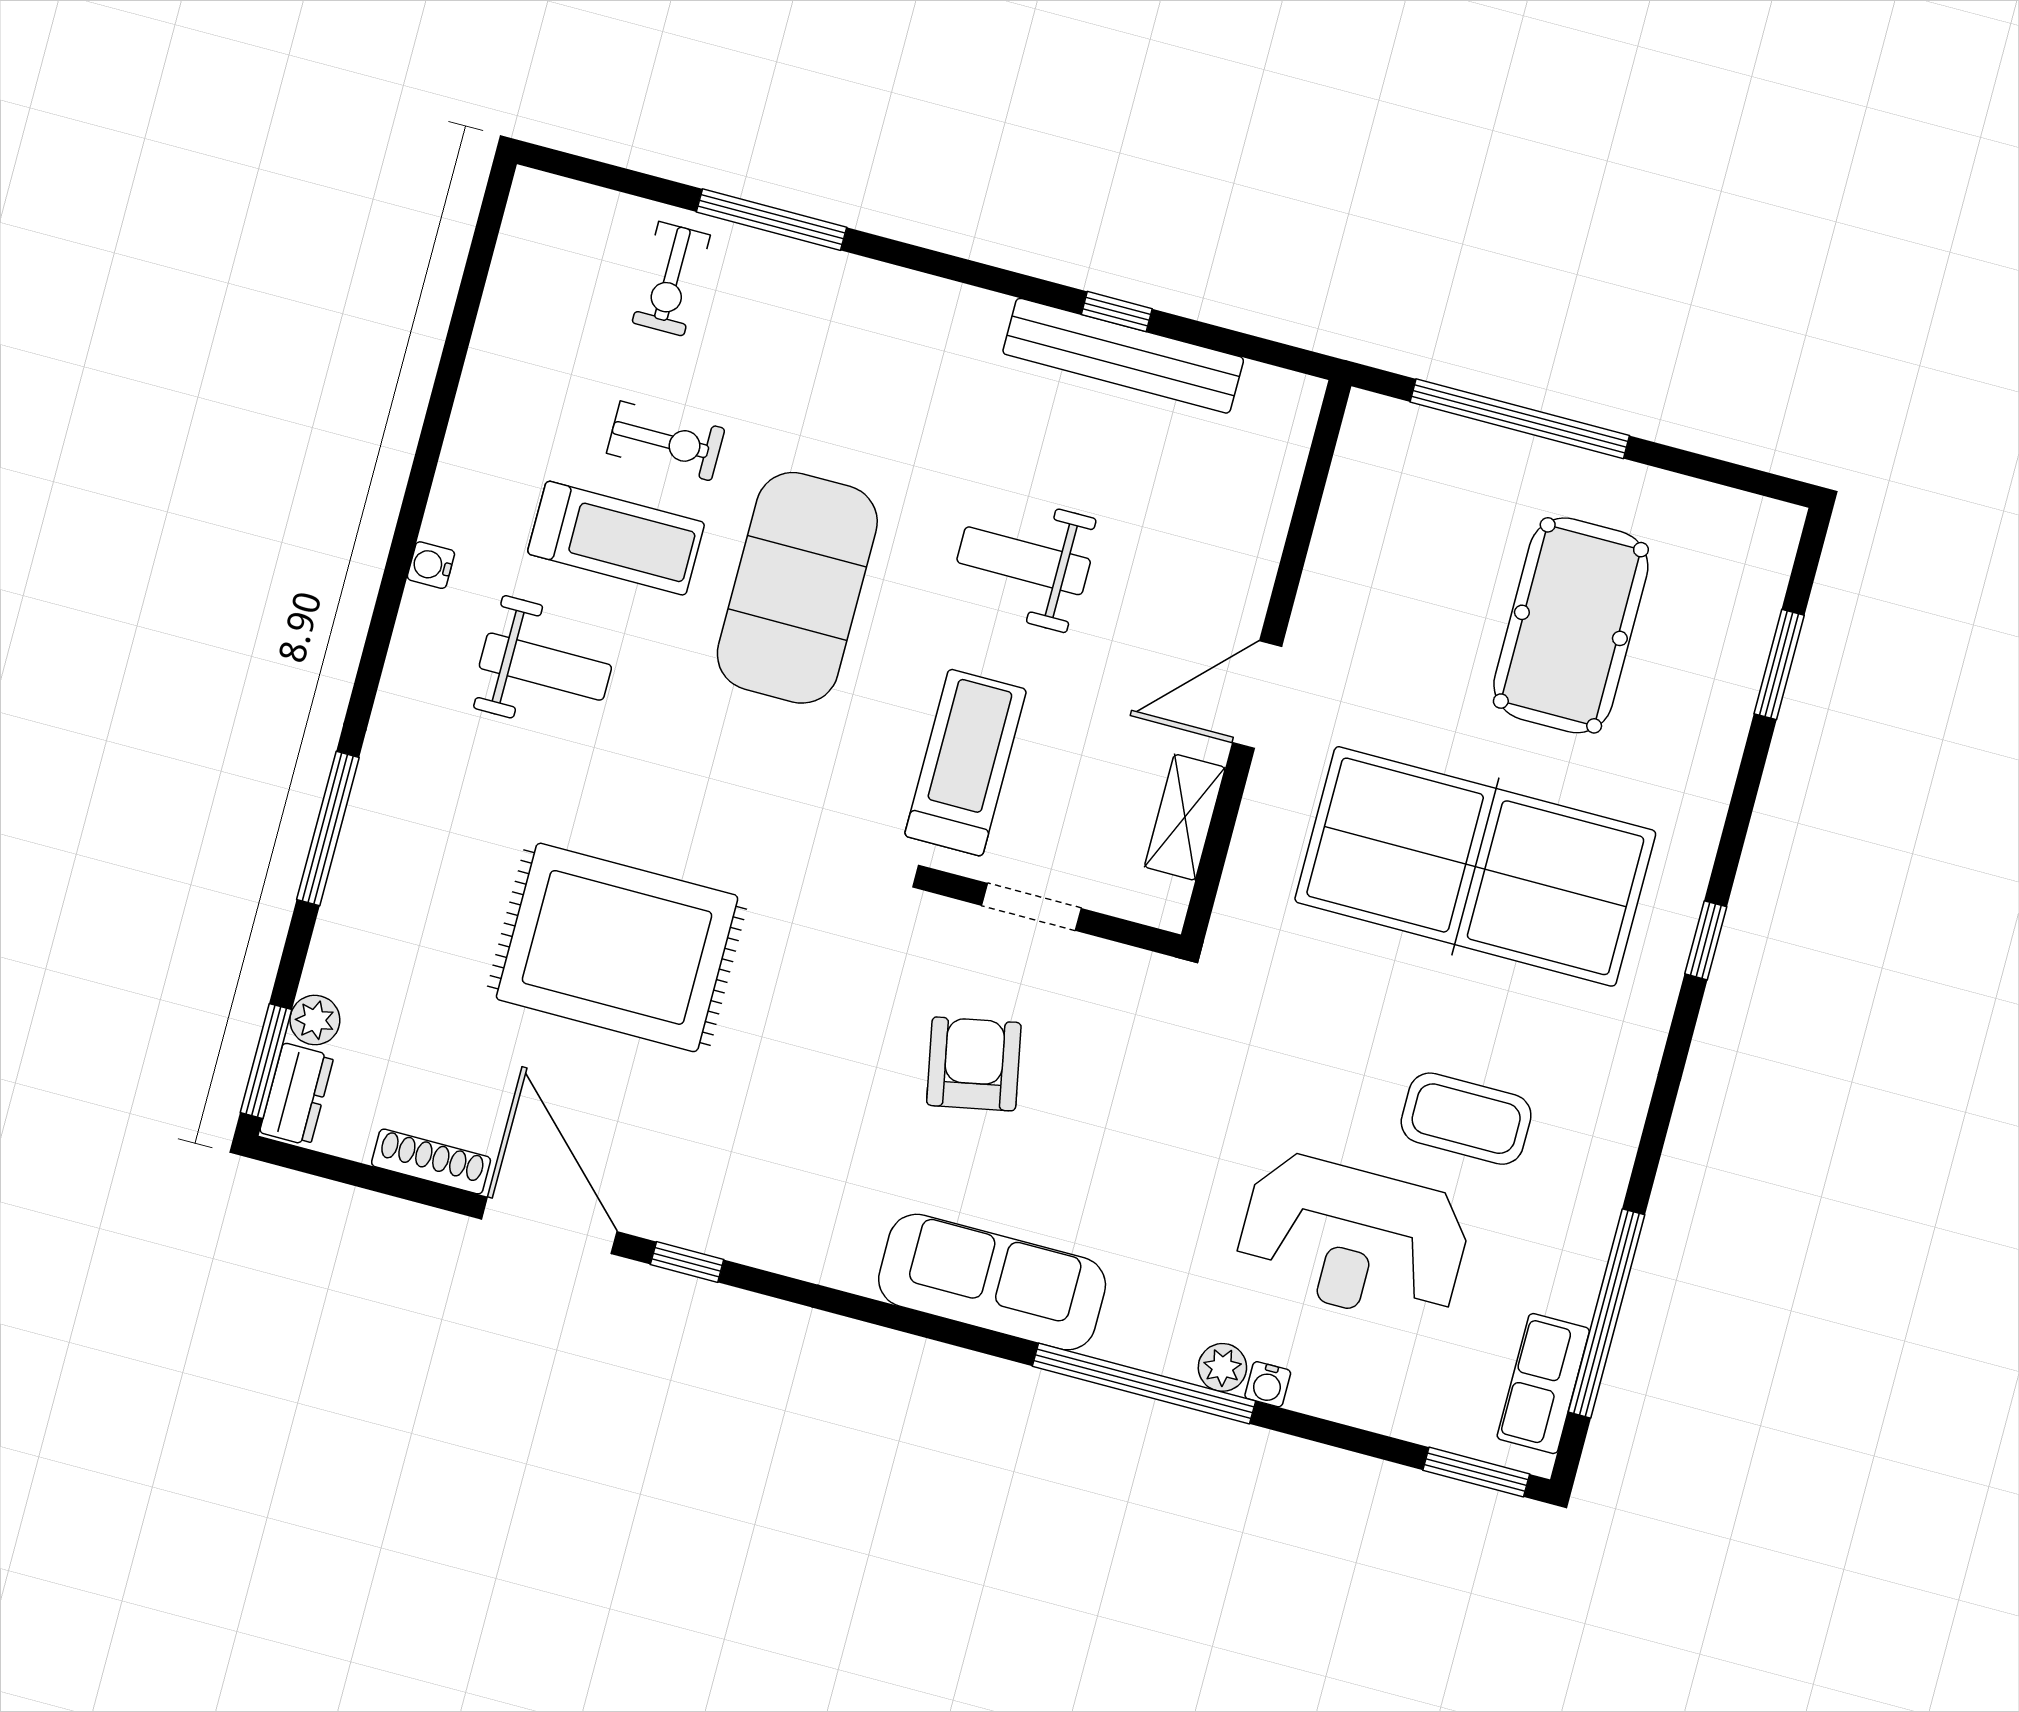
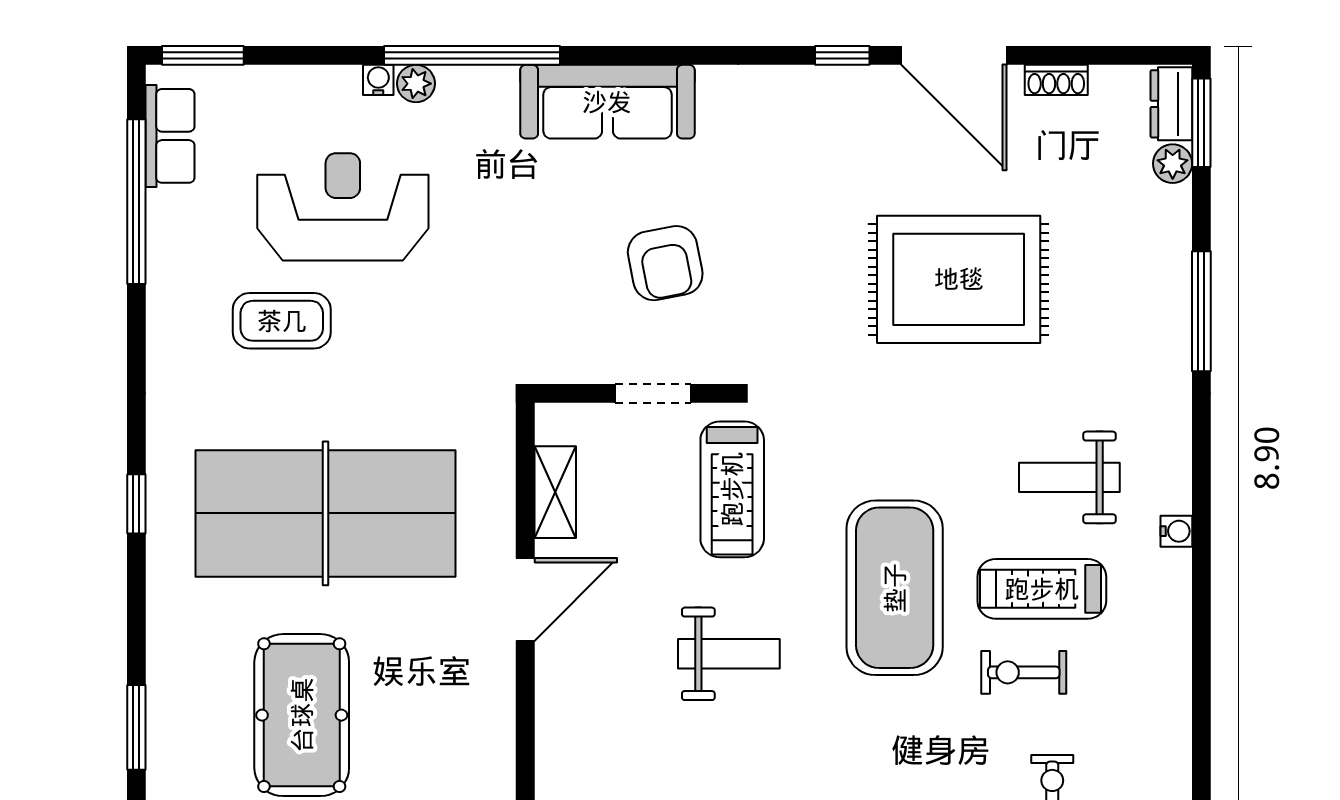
shoe rack: (431, 1162) -> (1056, 80), width x0.70

